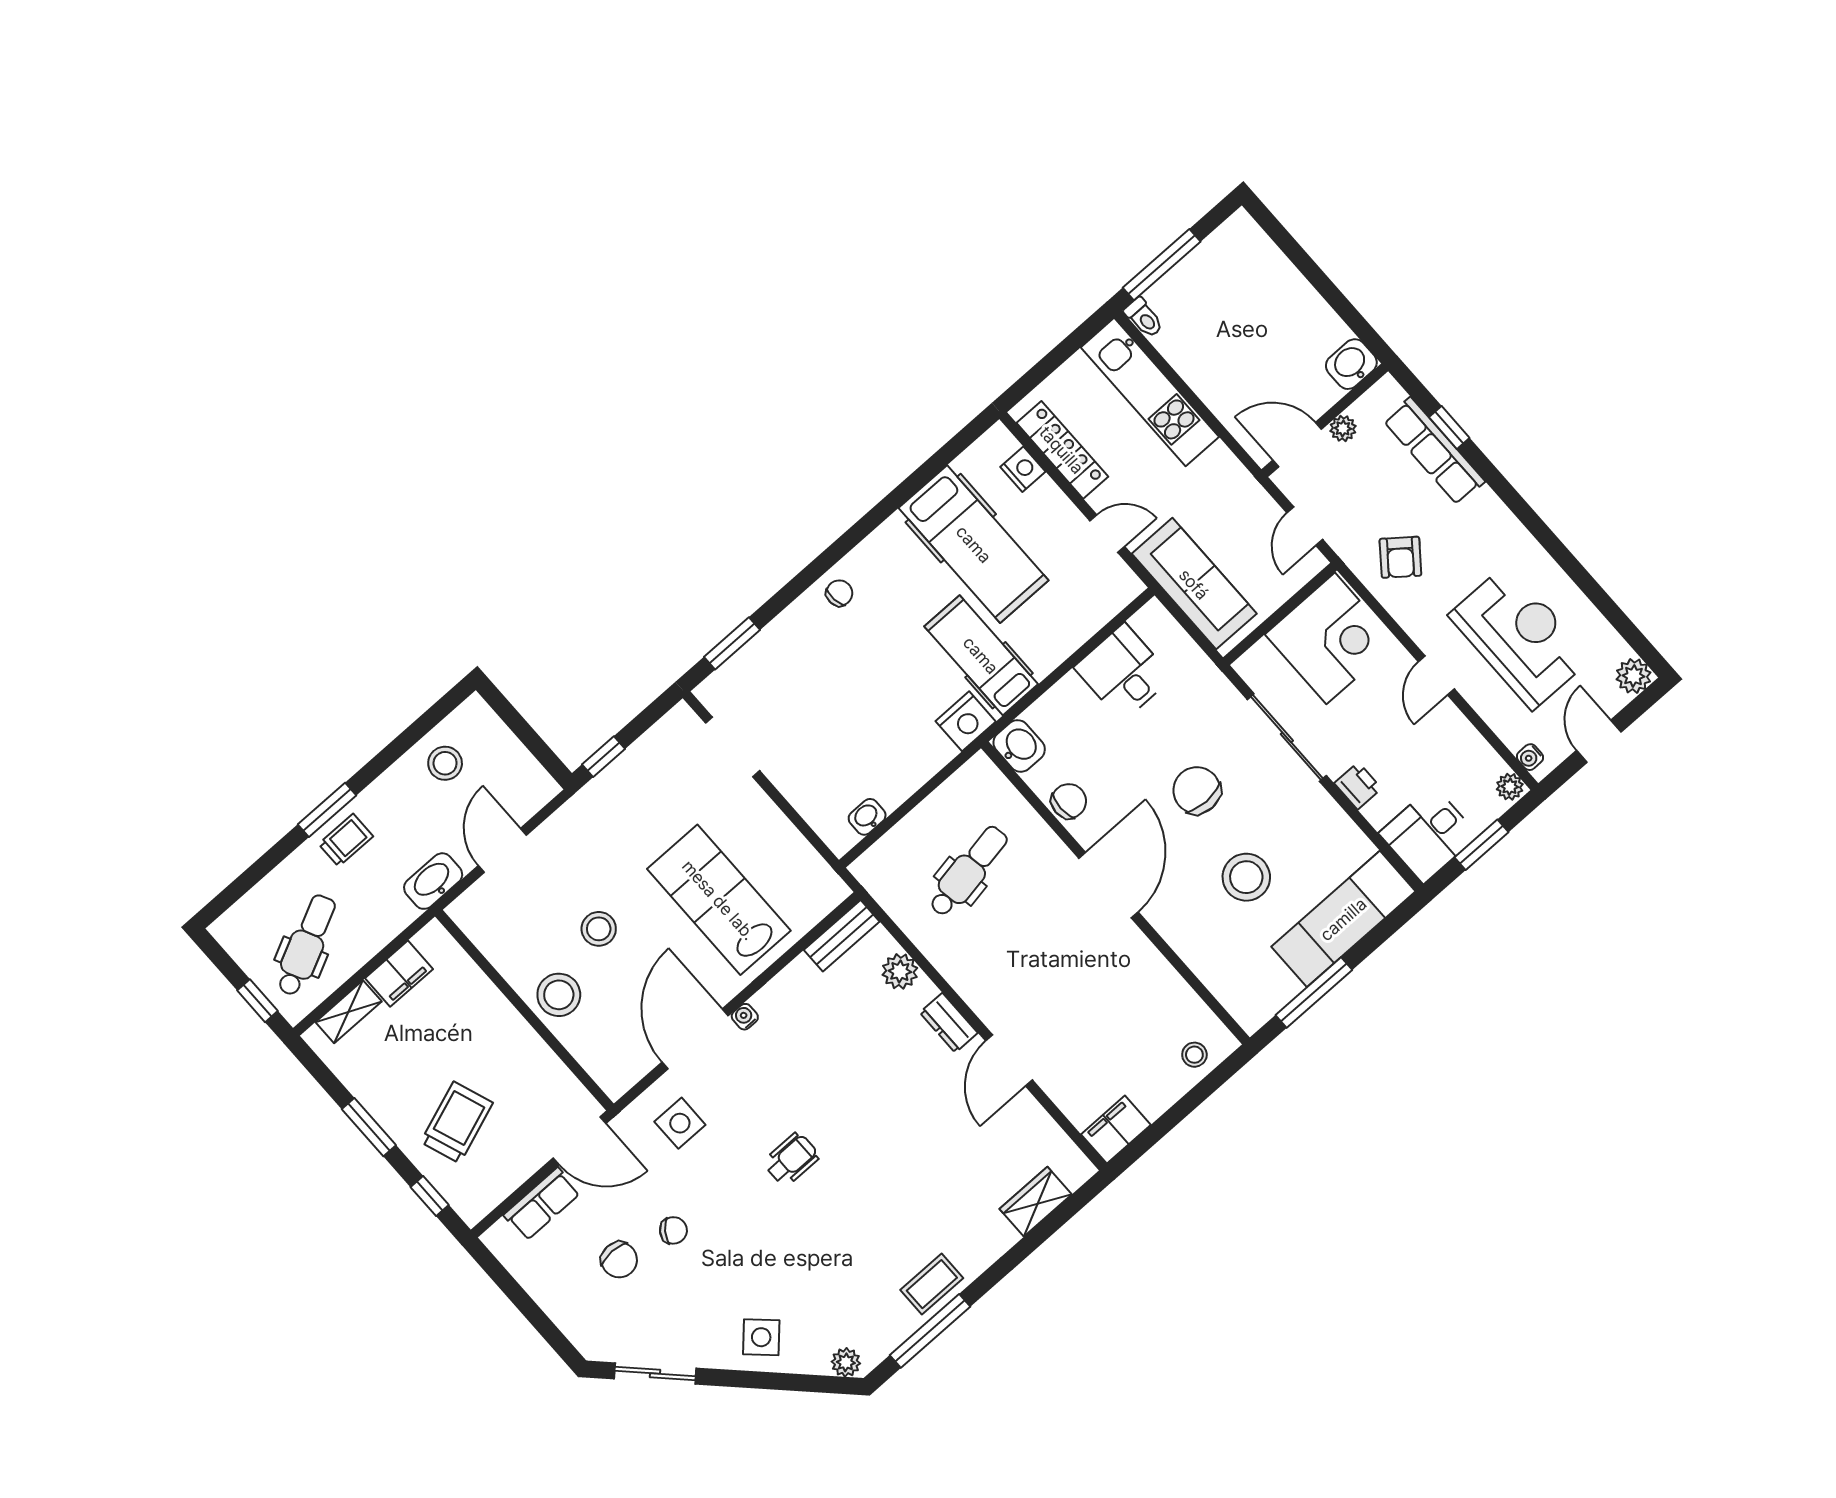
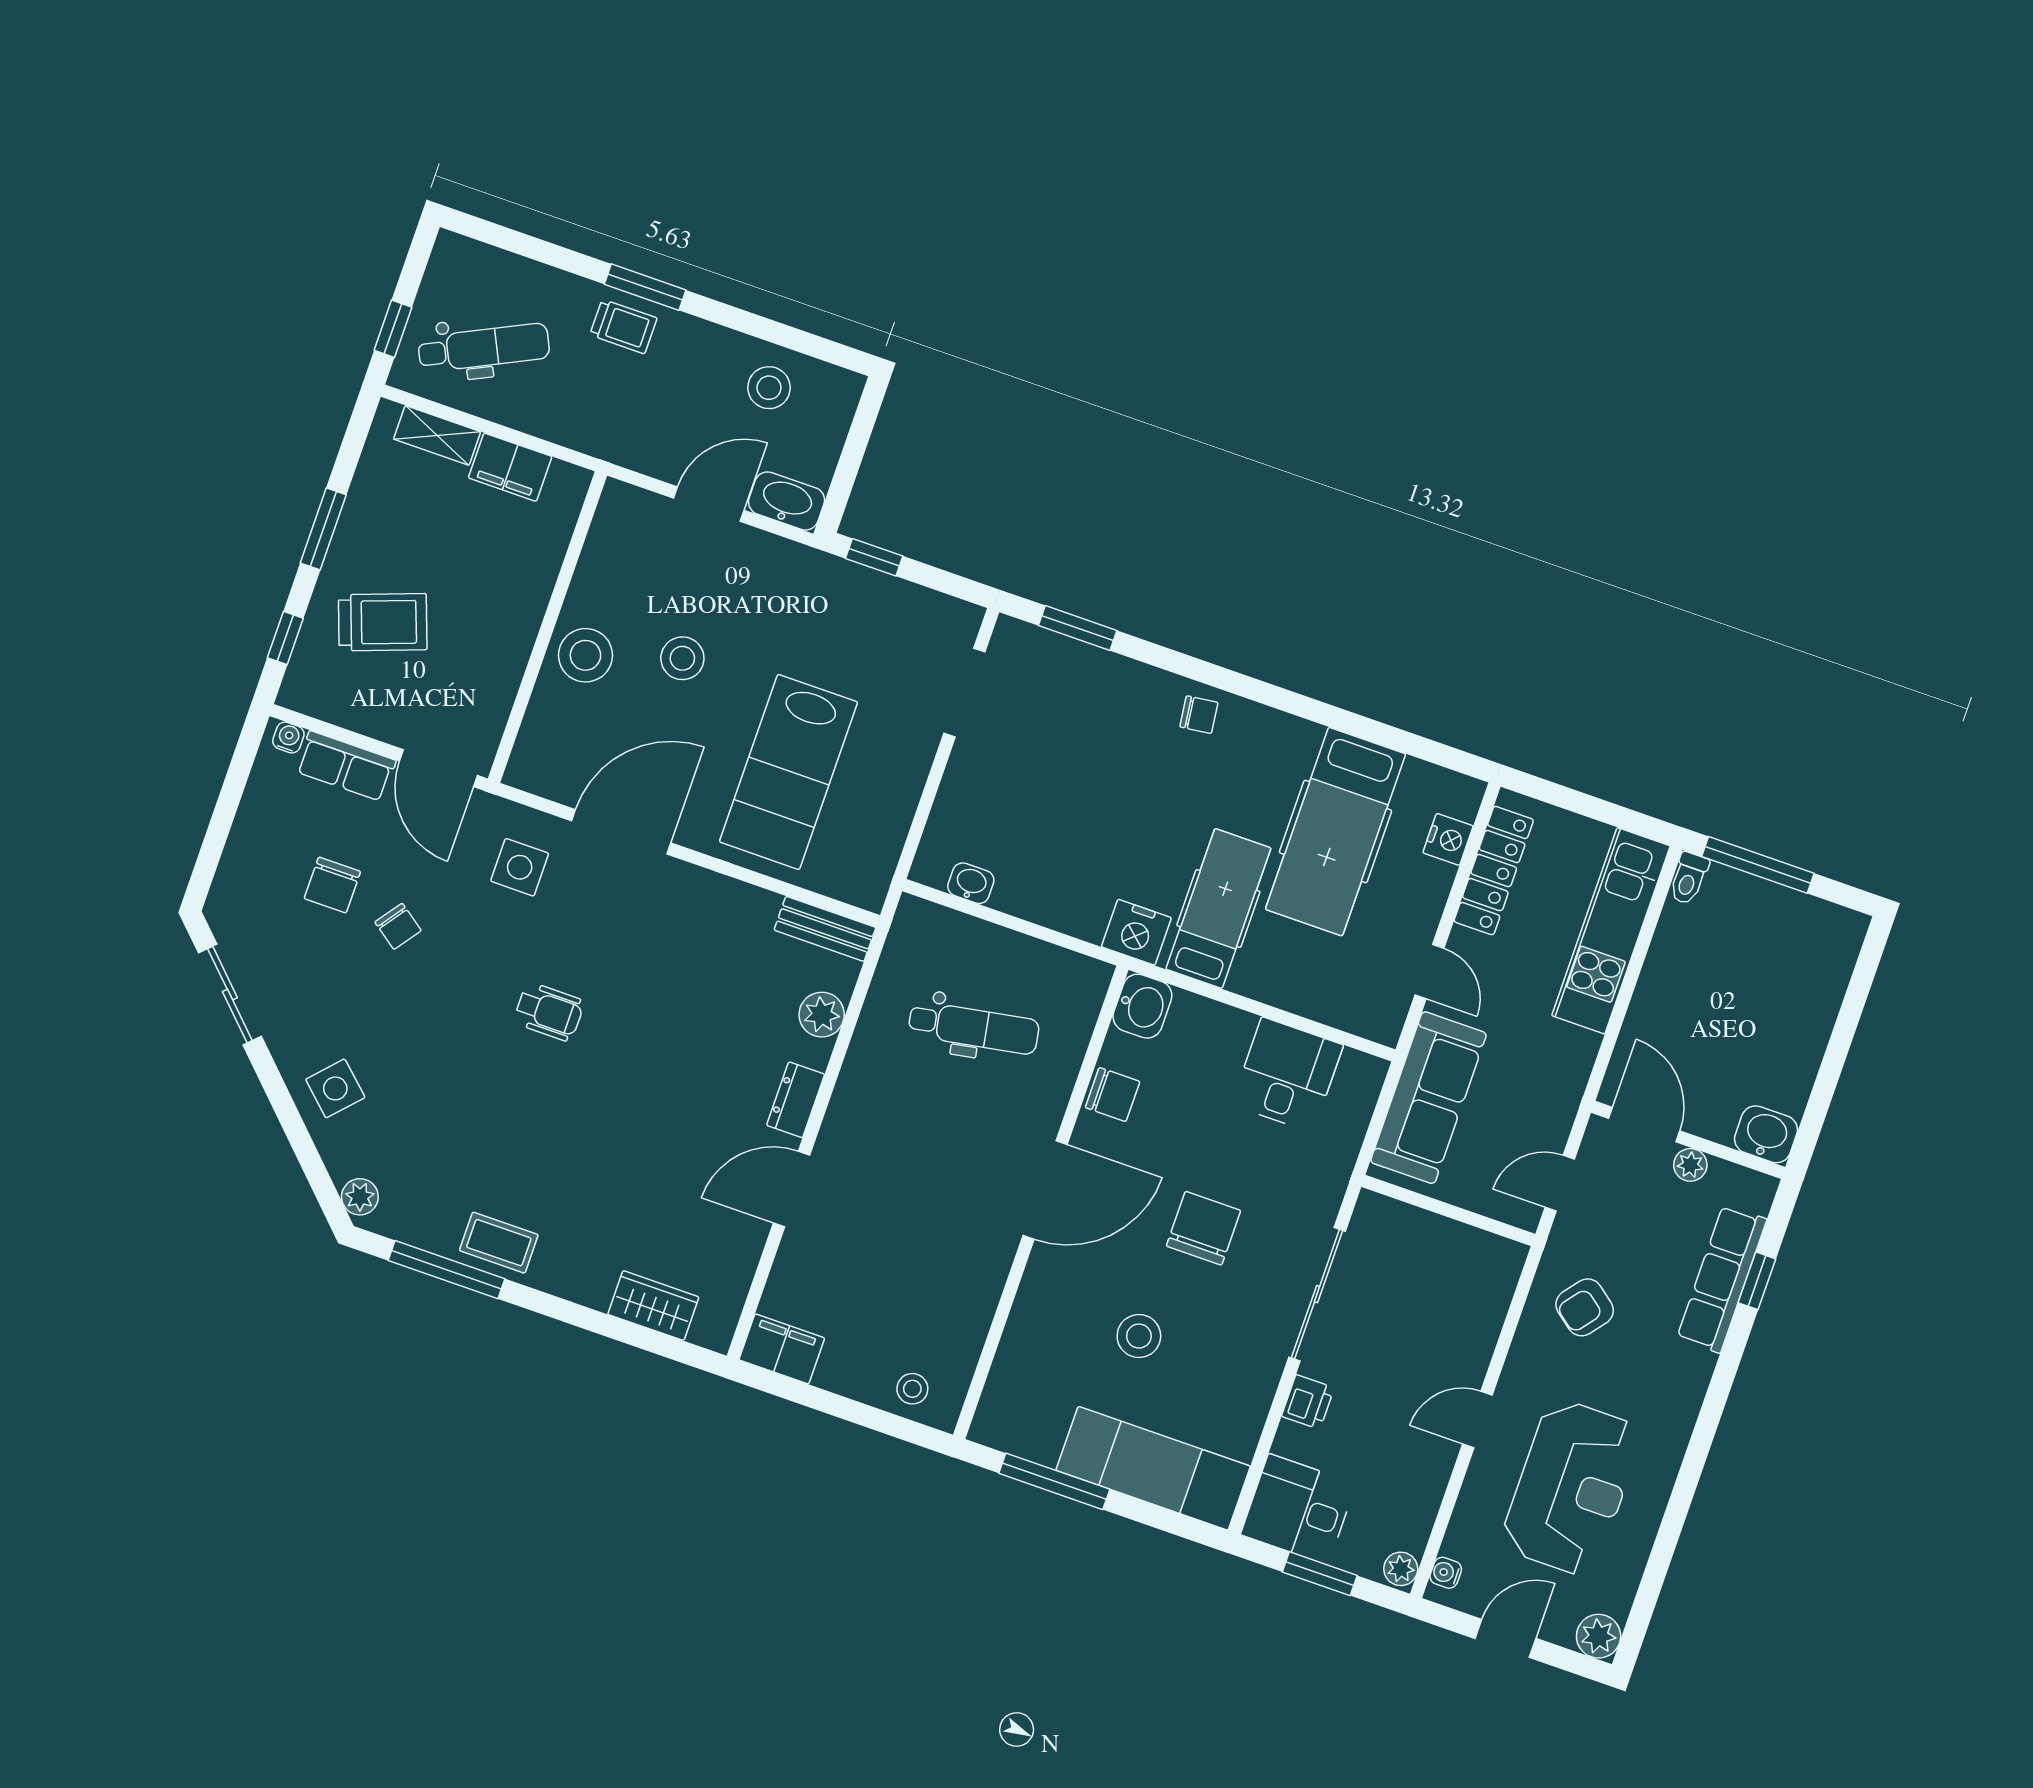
corner desk: (1331, 638) -> (1453, 1281), removed
stool: (1246, 877) -> (1139, 1336), width x0.73, depth x0.73
washbasin: (433, 881) -> (787, 501), moved
lab bench: (719, 900) -> (789, 772), turned 180
water cooler: (745, 1017) -> (288, 738), moved

